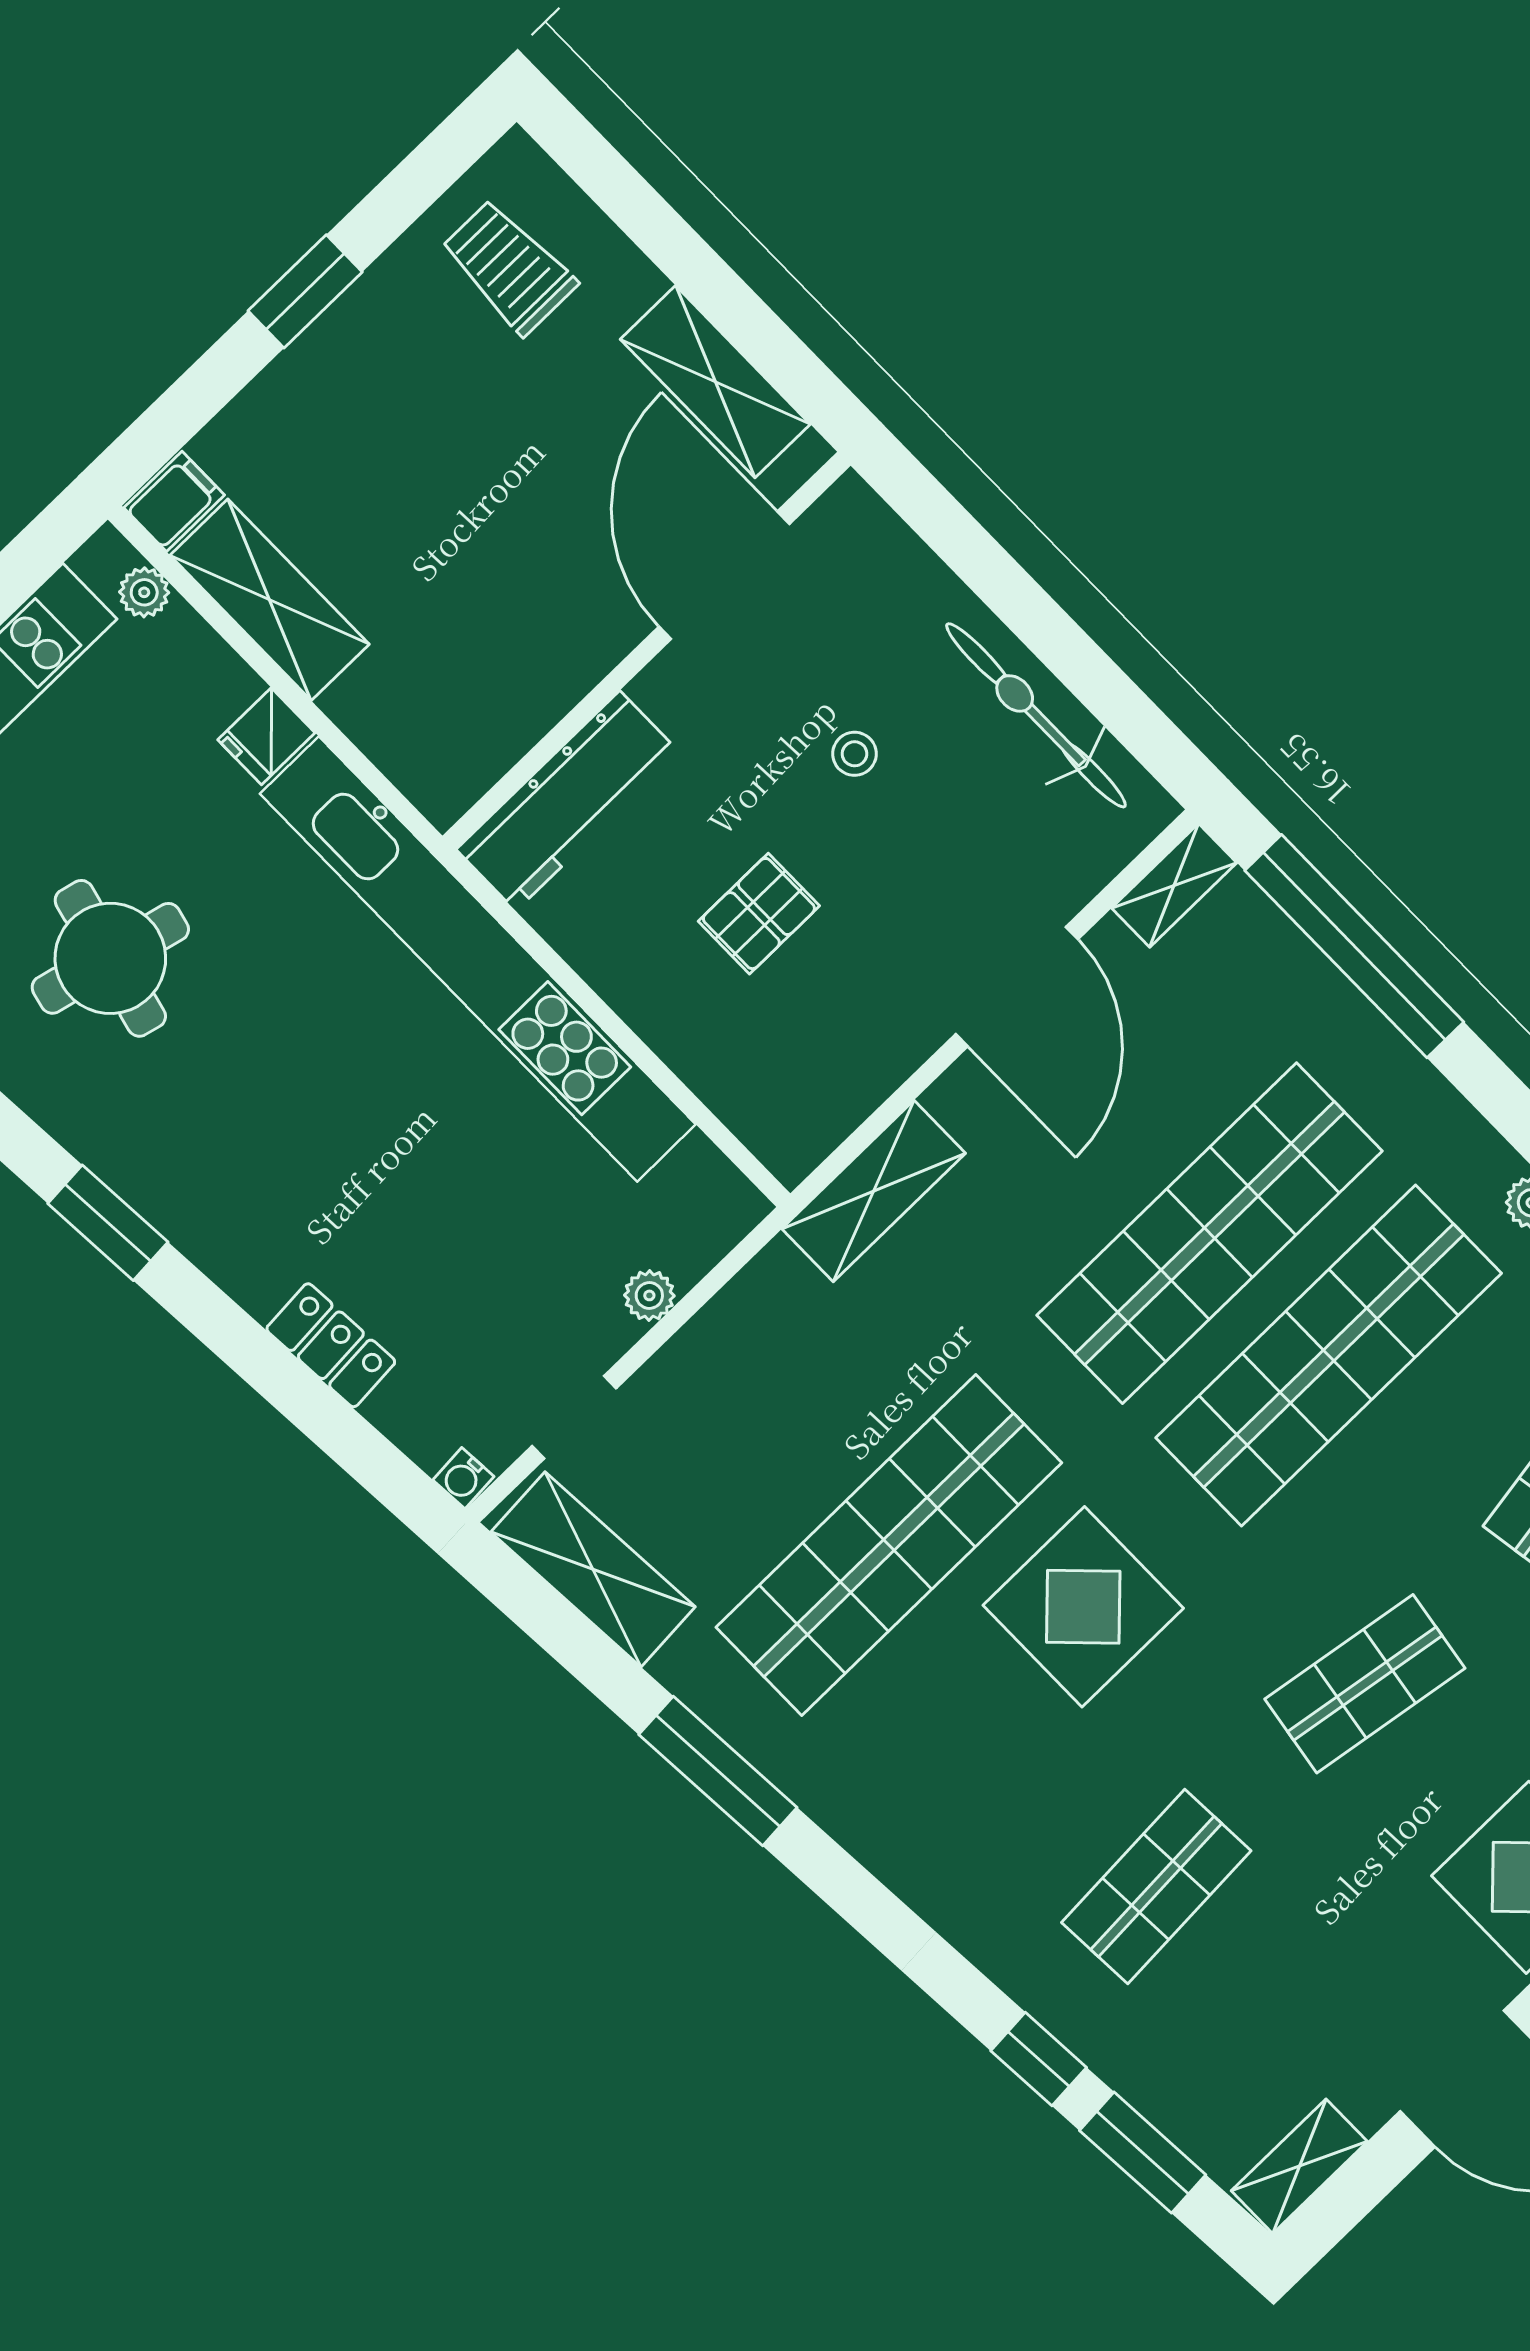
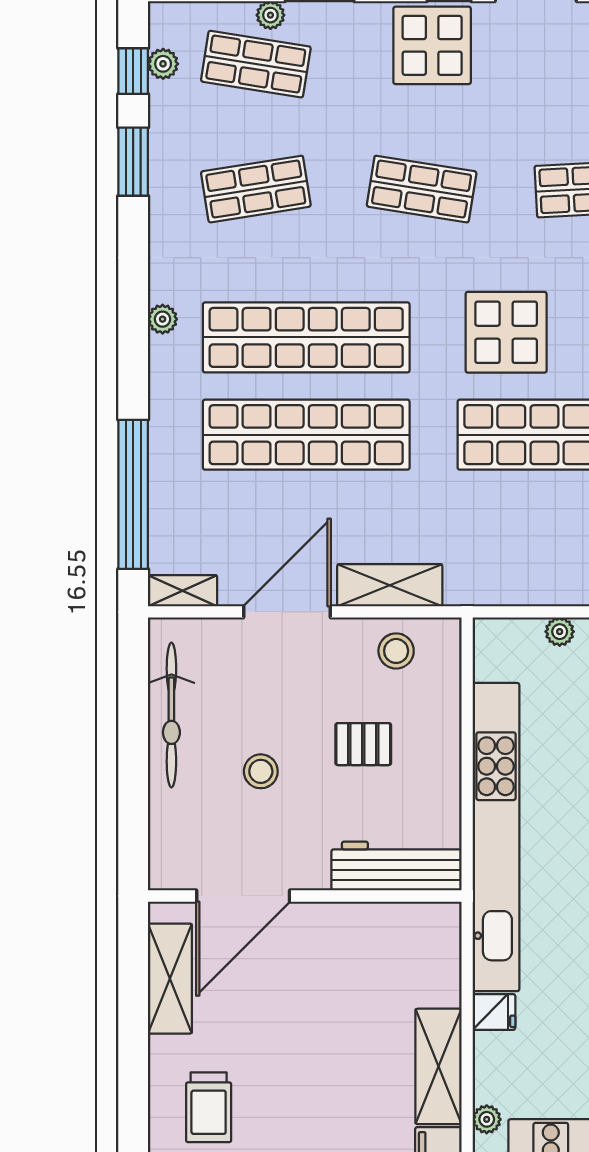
stool: (854, 754) -> (261, 771), width x1.37, depth x1.37
stool: (832, 1071) -> (396, 651), added
shelving: (874, 1191) -> (390, 585), moved

